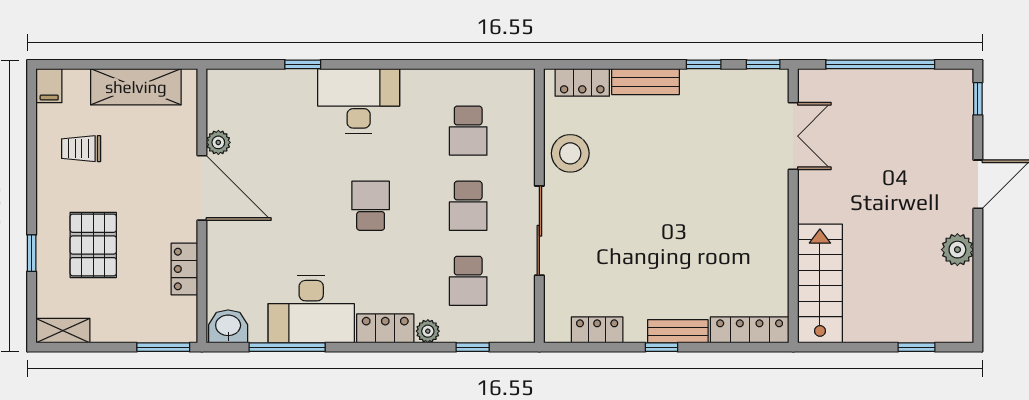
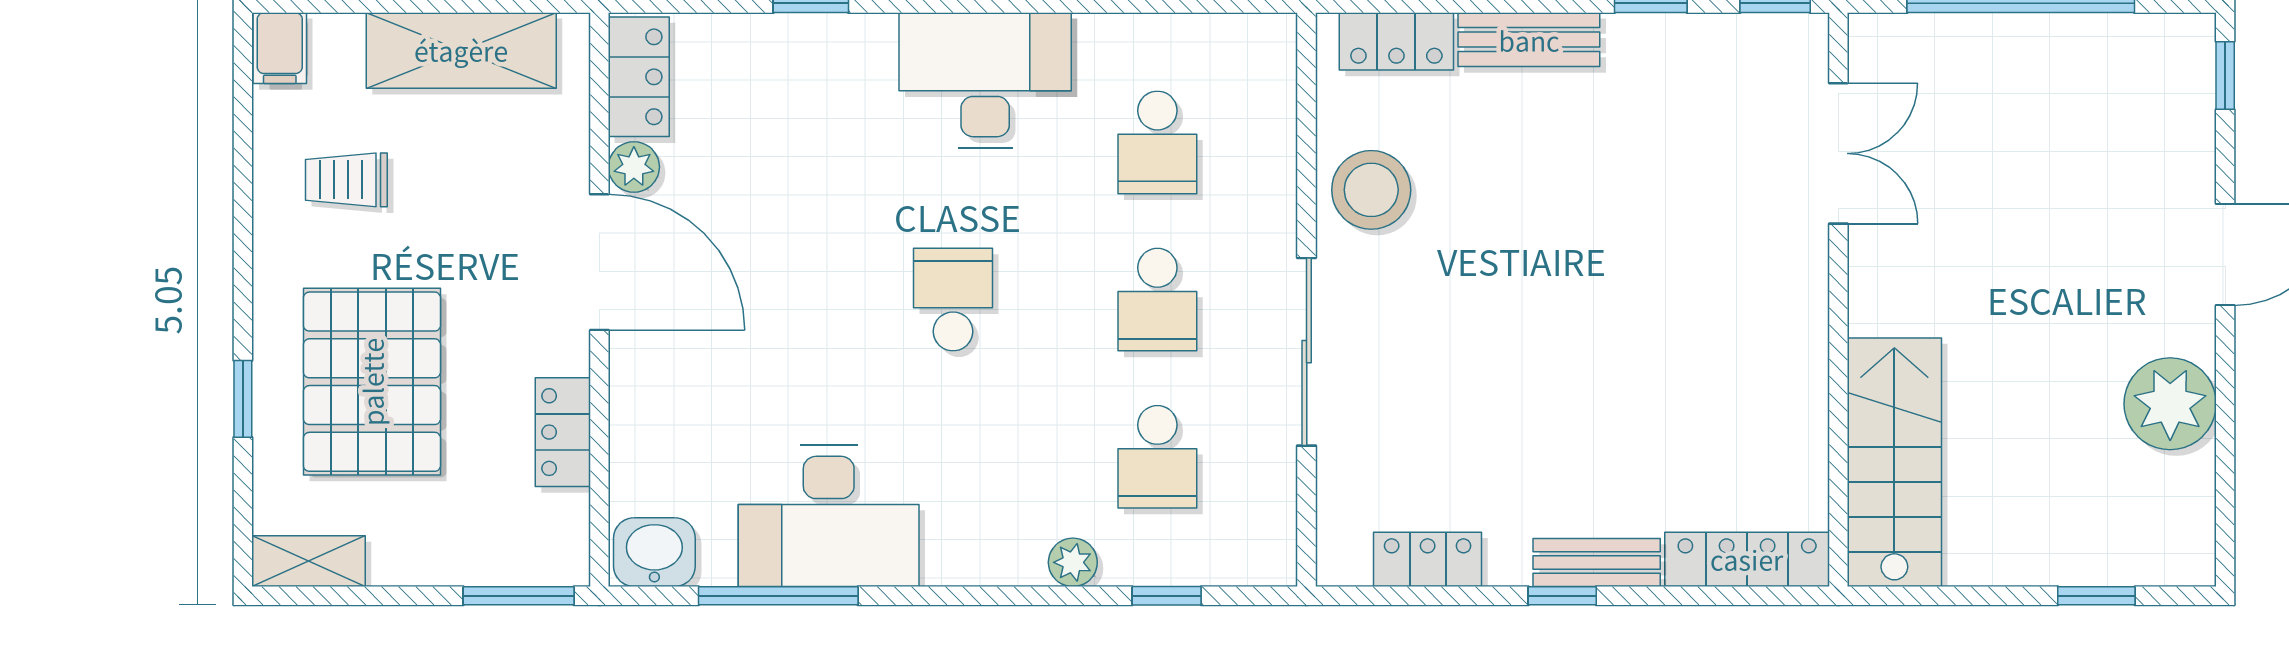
desk: (359, 101) -> (985, 80), moved
pallet: (93, 245) -> (372, 382), width x1.37, depth x1.41
plant: (957, 250) -> (2170, 404), width x1.36, depth x1.36
locker: (385, 328) -> (639, 77), moved, turned 90

